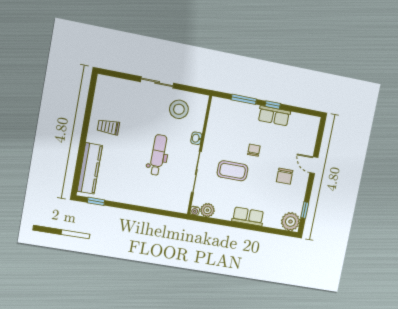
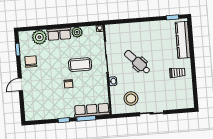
row of seats: (274, 116) -> (92, 110), moved, width x1.48
dental chair: (158, 155) -> (137, 62), turned 136
door: (314, 165) -> (20, 85), swing flipped
chair: (285, 176) -> (31, 62), moved
plant: (207, 210) -> (77, 32), moved
plant: (290, 222) -> (39, 37), moved

